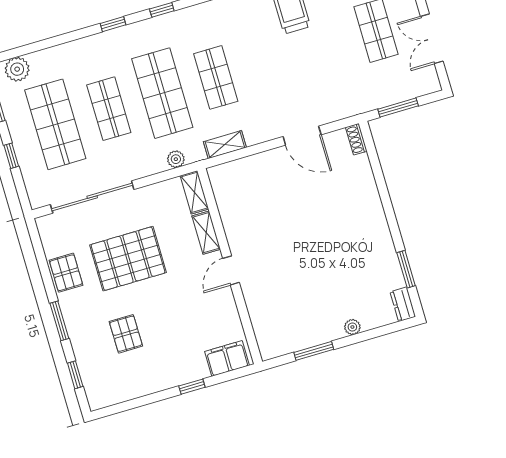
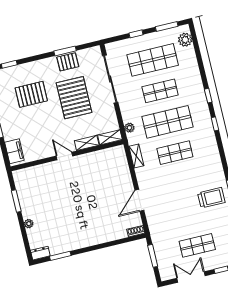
window: (59, 321) -> (65, 51), moved
pallet: (126, 334) -> (31, 94), width x1.50, depth x1.42

